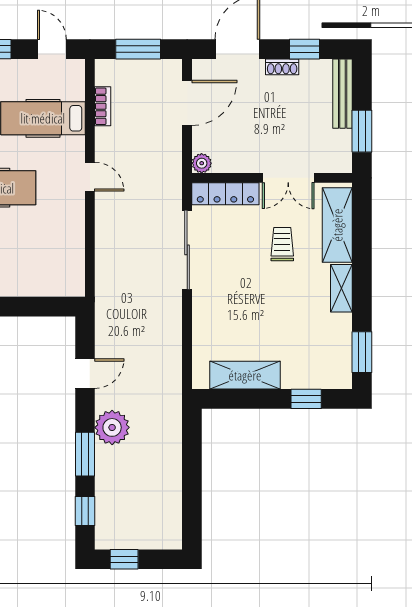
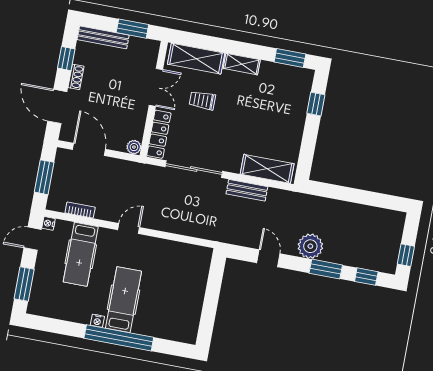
nightstand: (77, 67) -> (49, 223), added
bench: (172, 327) -> (247, 190), added
shelving: (245, 375) -> (267, 169), moved, turned 90

